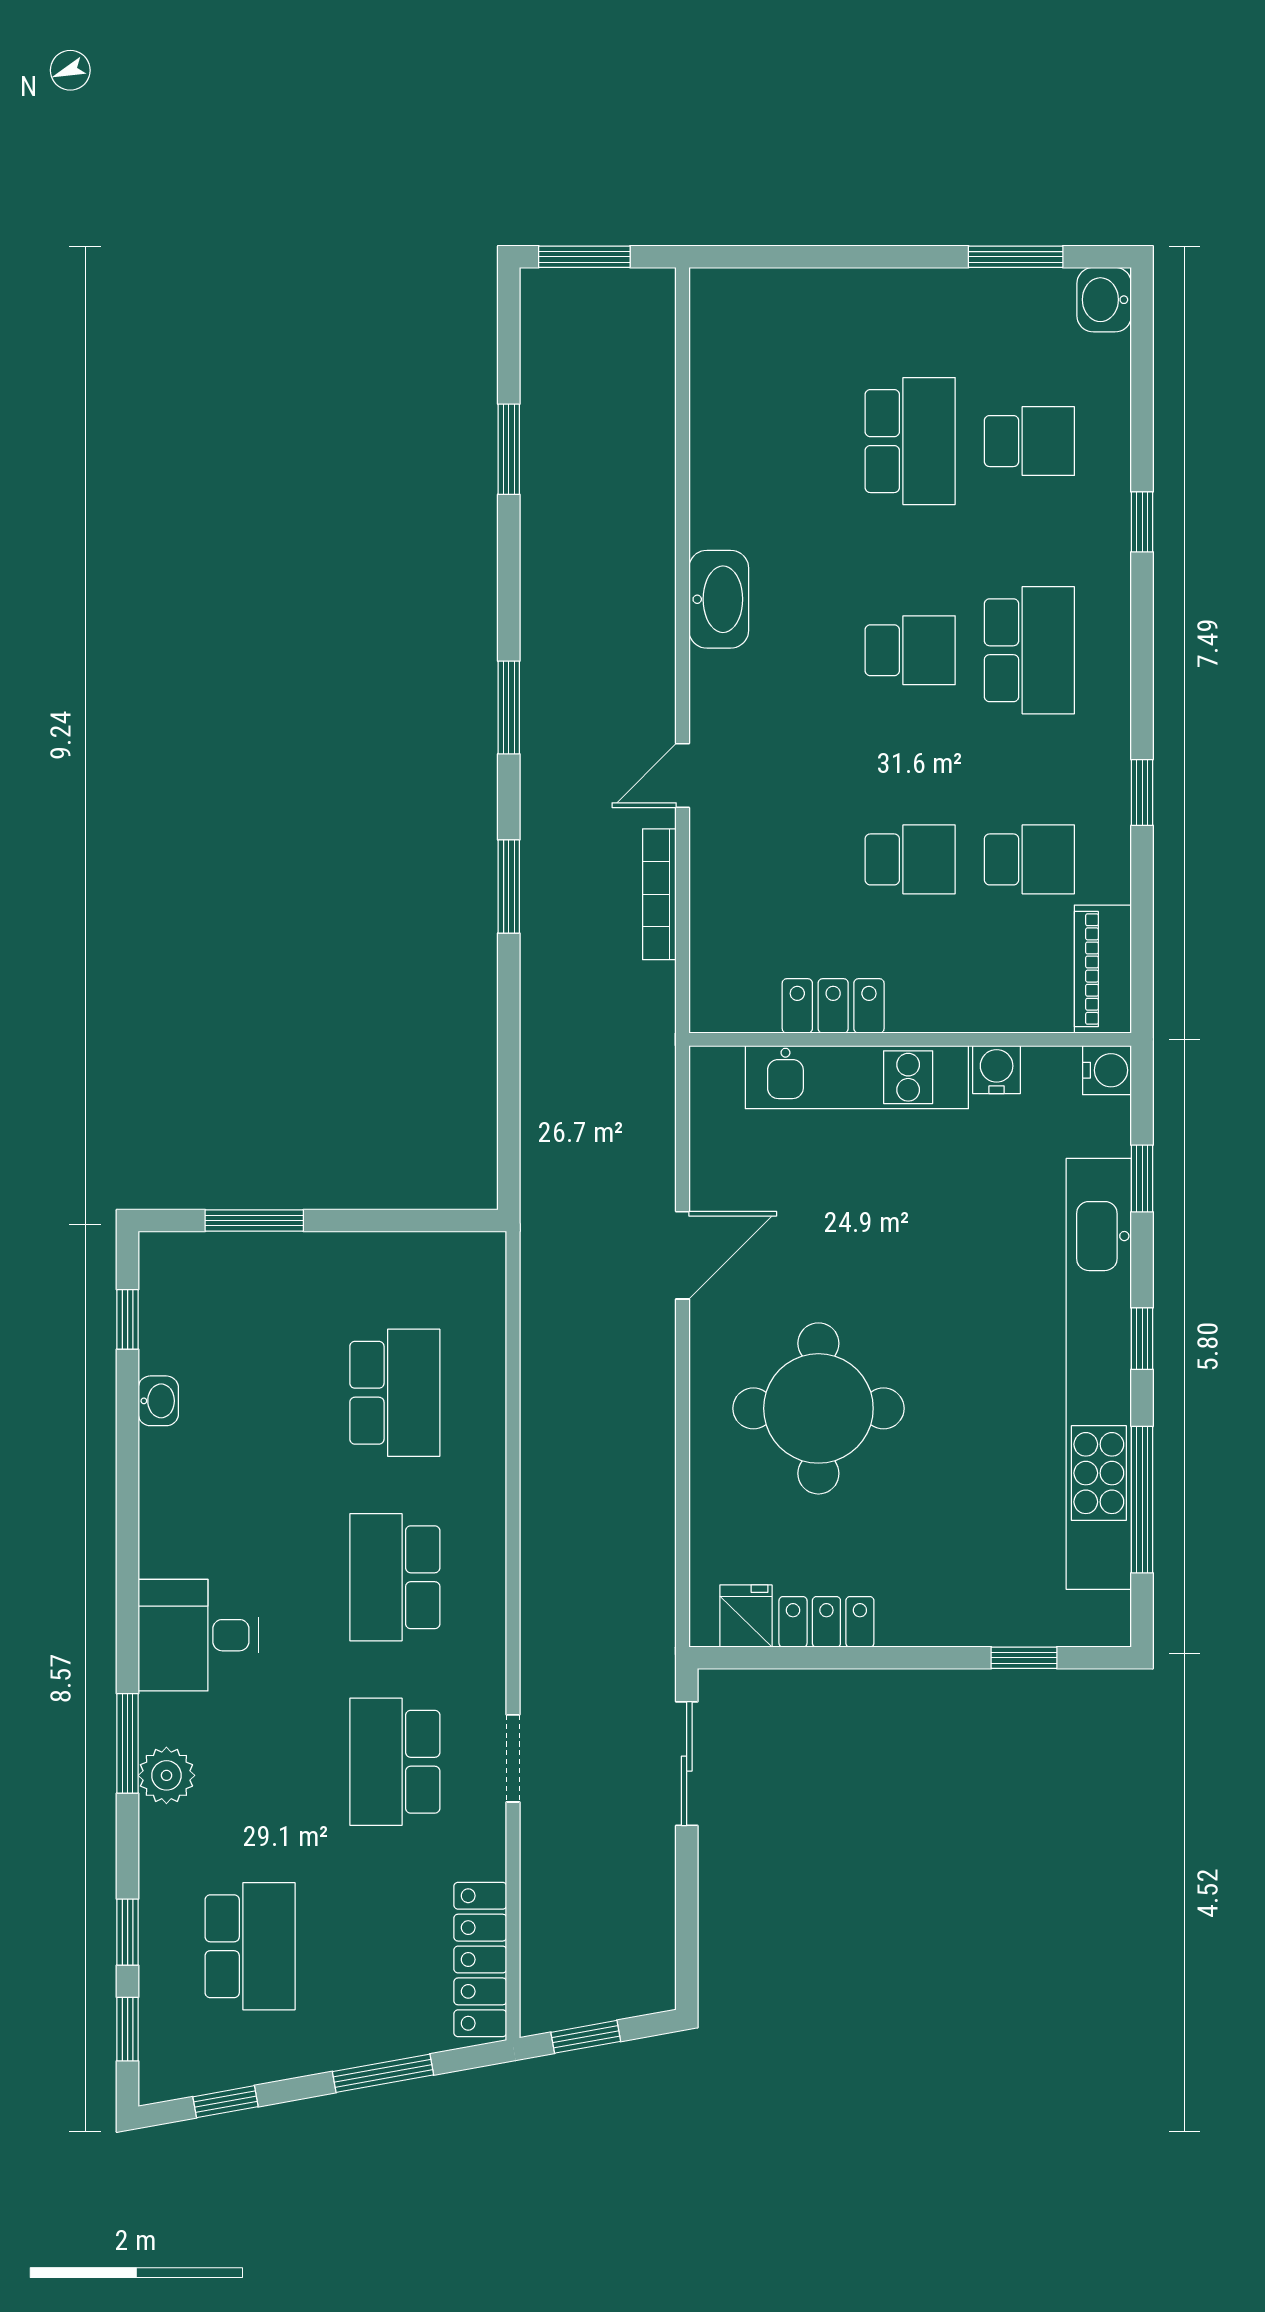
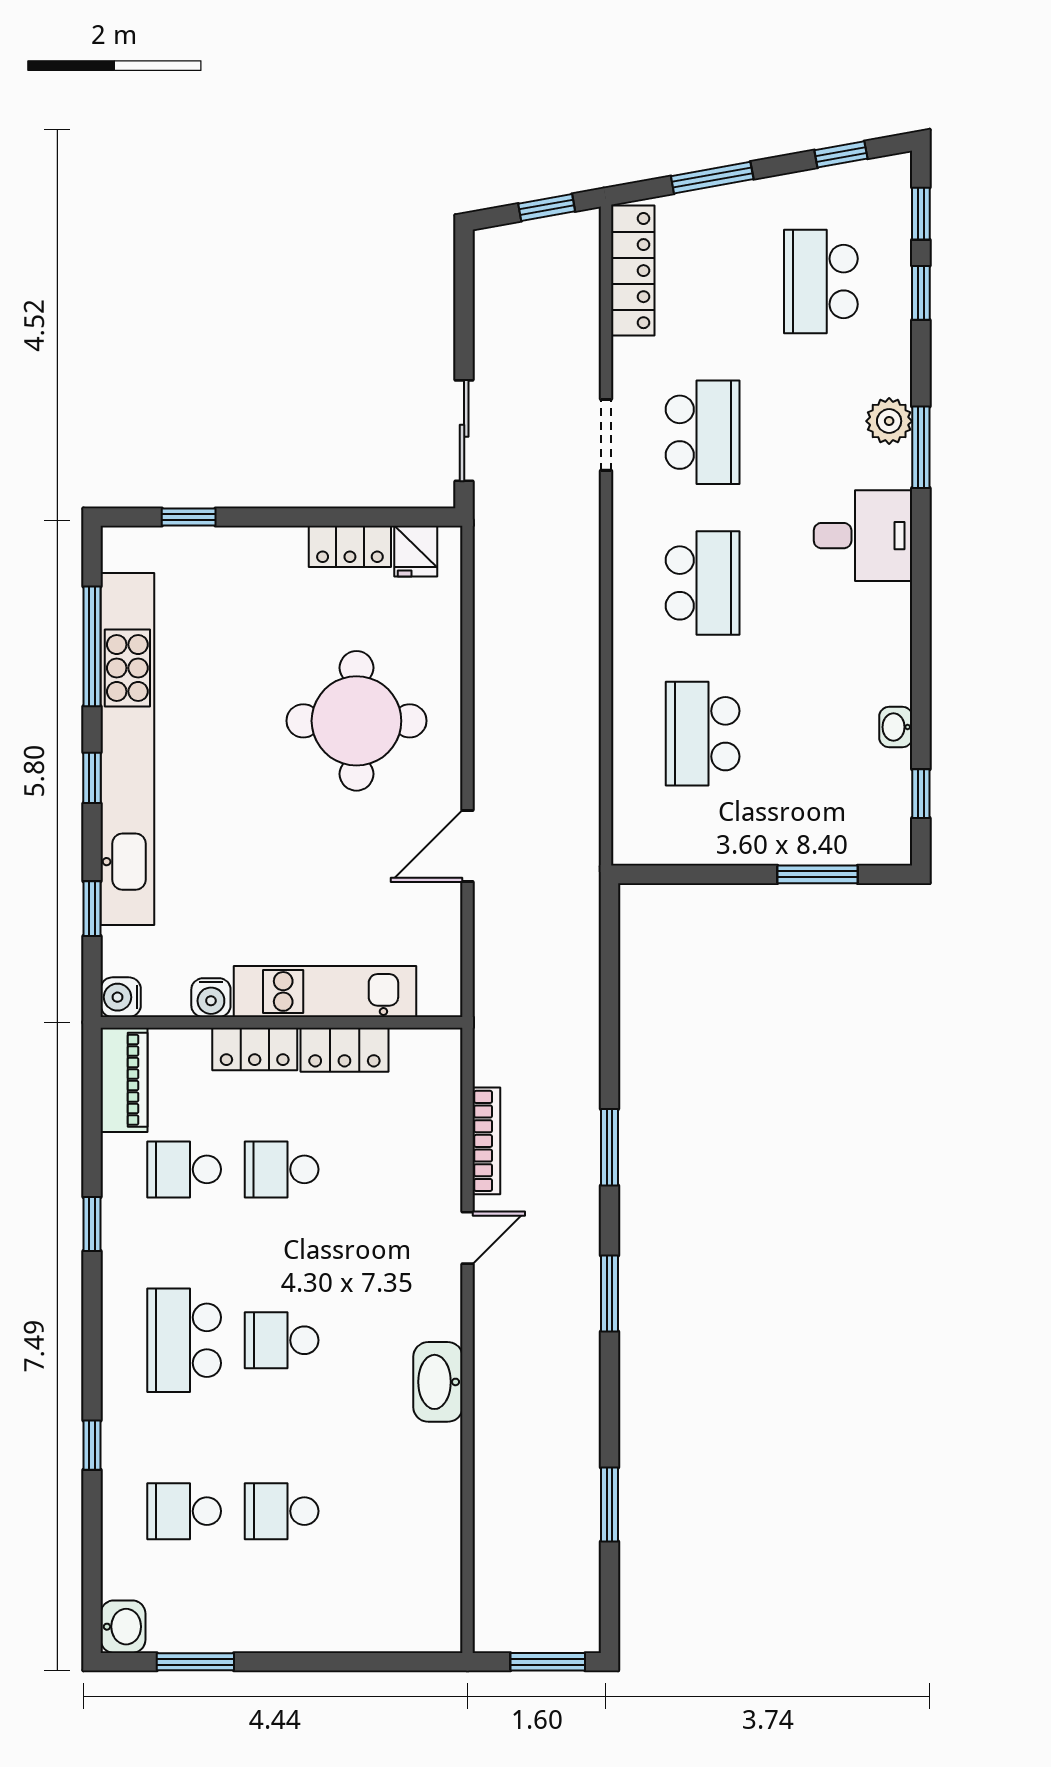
school desk: (910, 441) -> (282, 1511), width x0.54
locker: (943, 1007) -> (255, 1049), added

